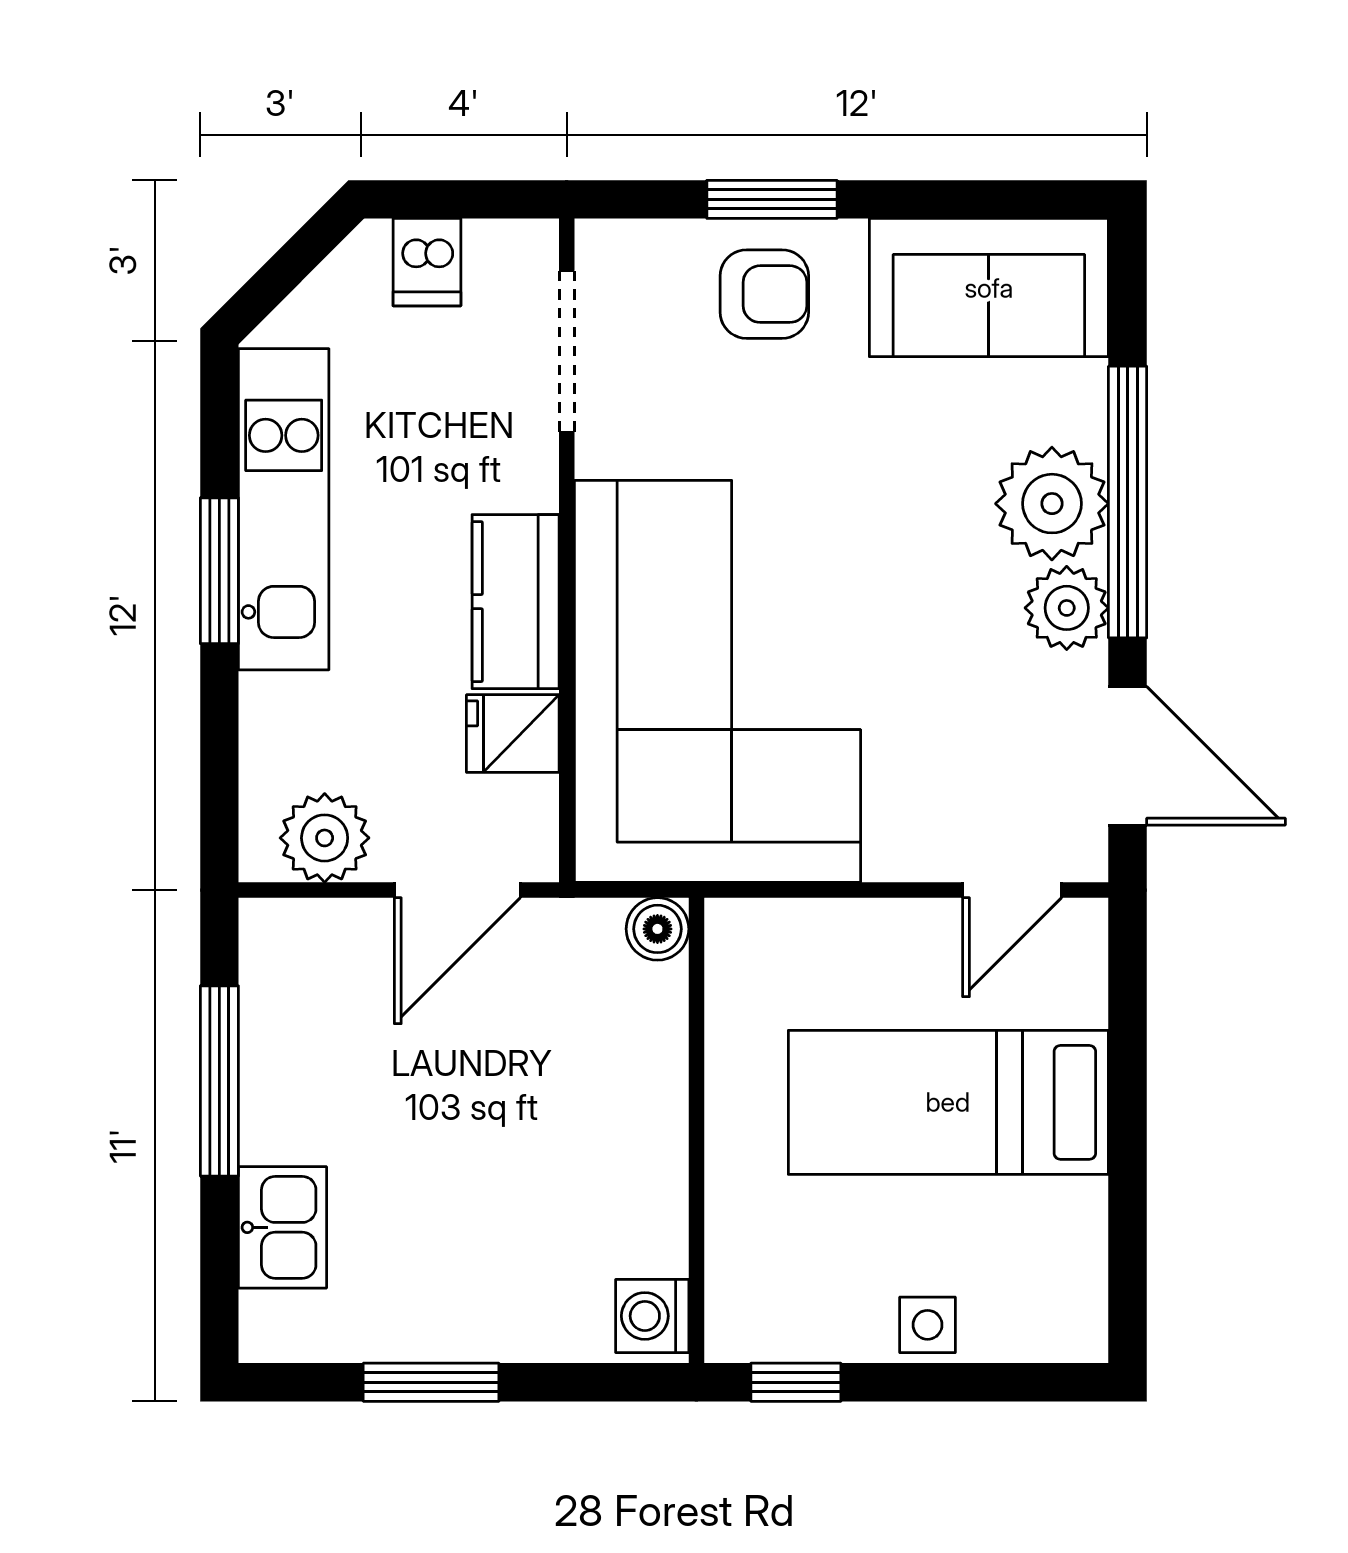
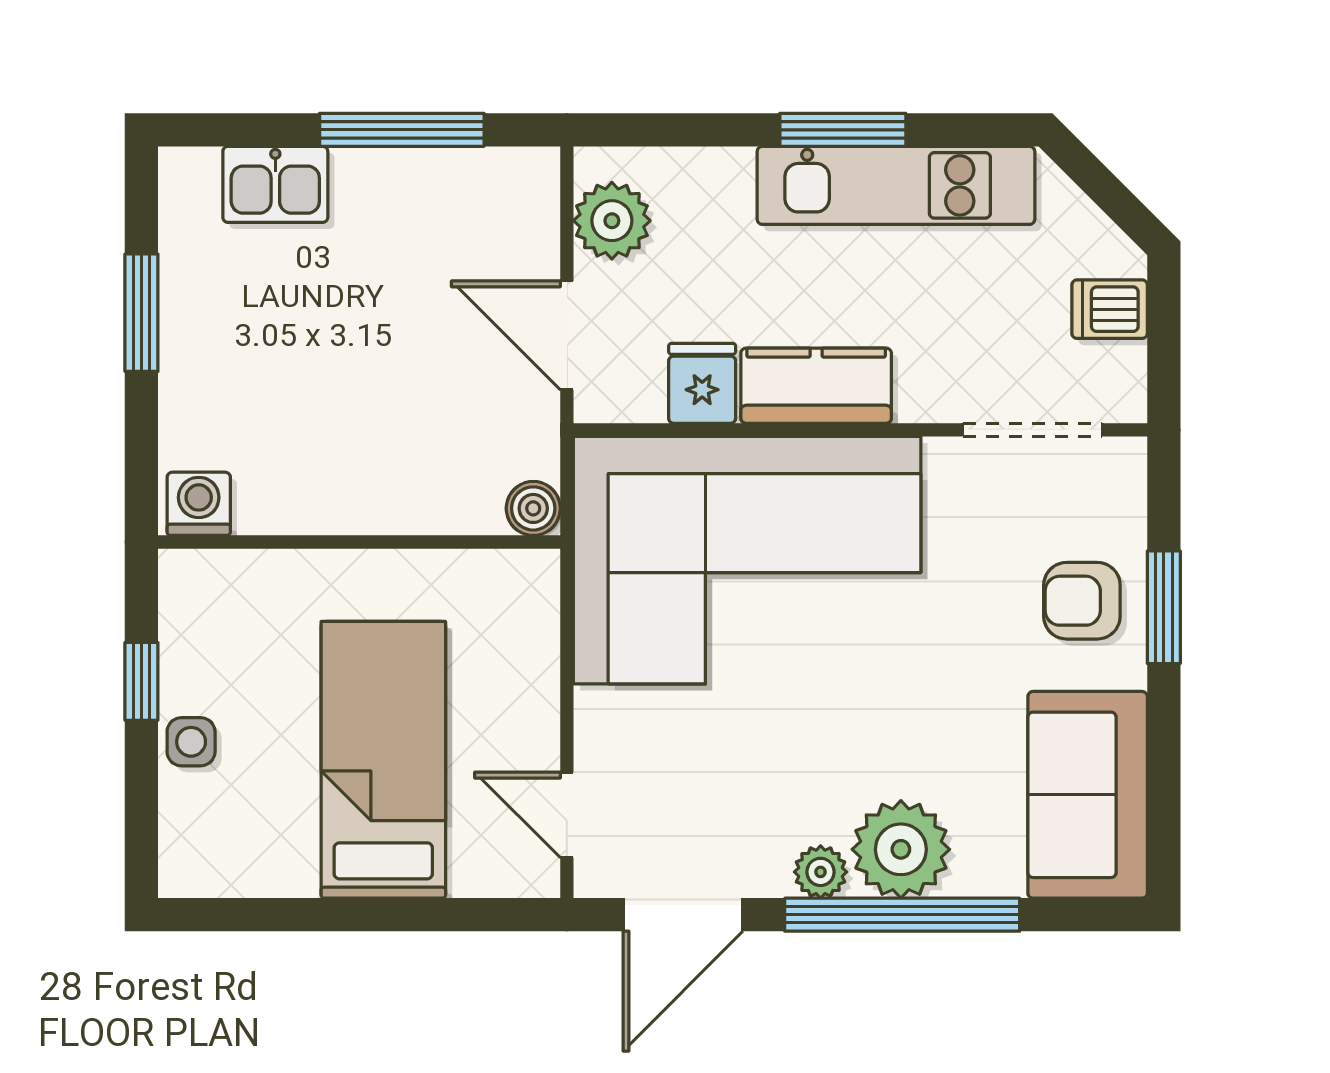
armchair: (764, 294) -> (1082, 601), turned 90
plant: (1067, 608) -> (821, 872), width x0.73, depth x0.73
window: (796, 1382) -> (141, 681), moved

